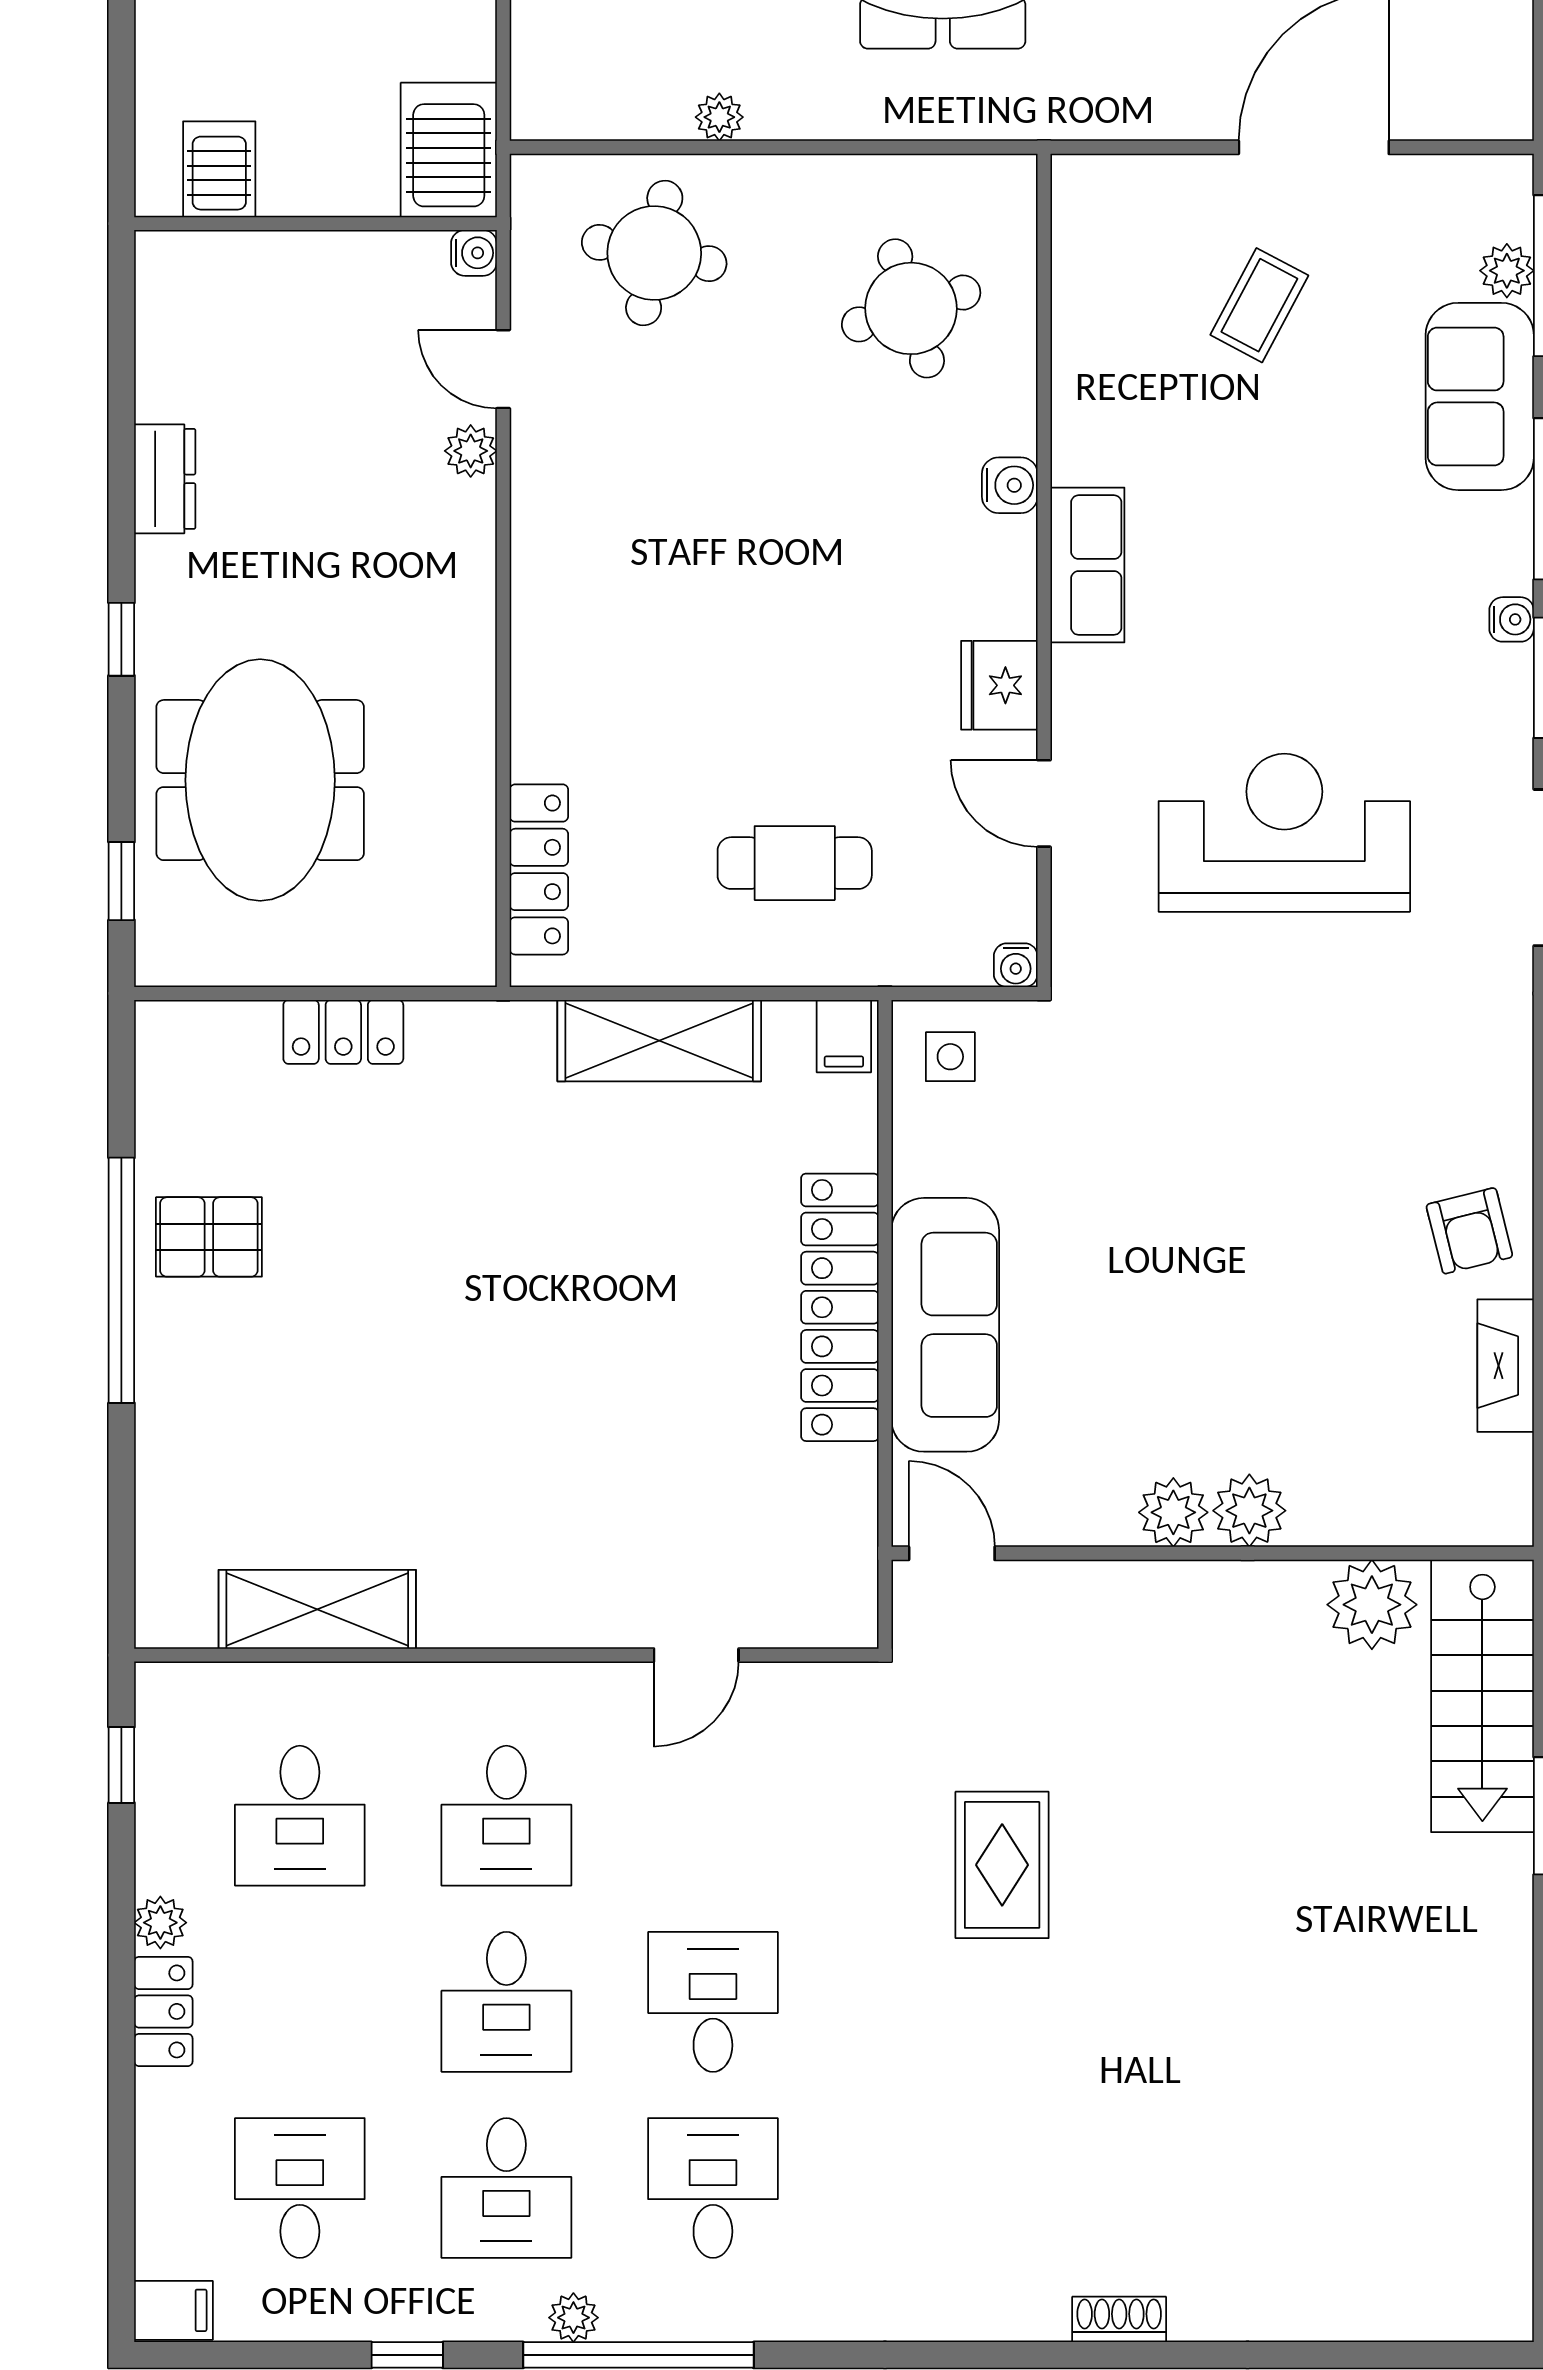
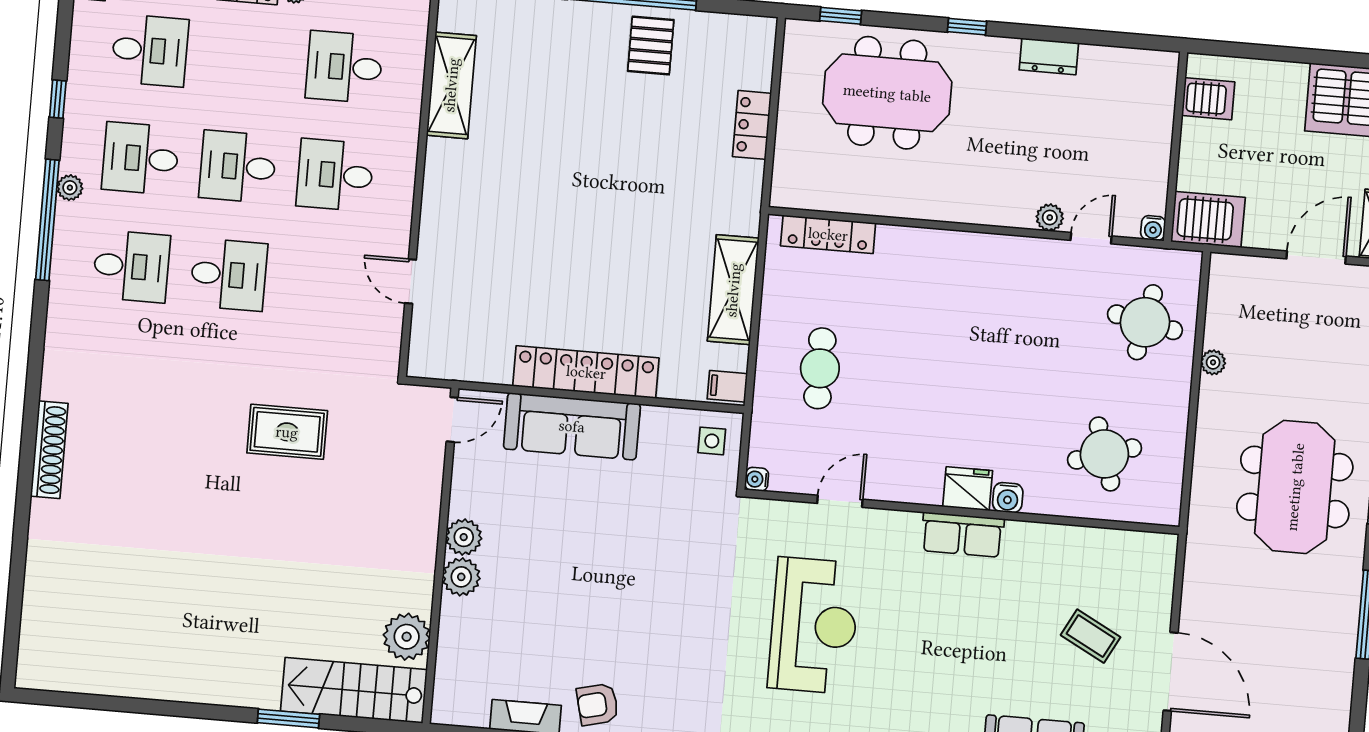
fridge: (999, 685) -> (968, 489), moved
shoe rack: (1119, 2319) -> (49, 450), width x1.94, depth x1.24

